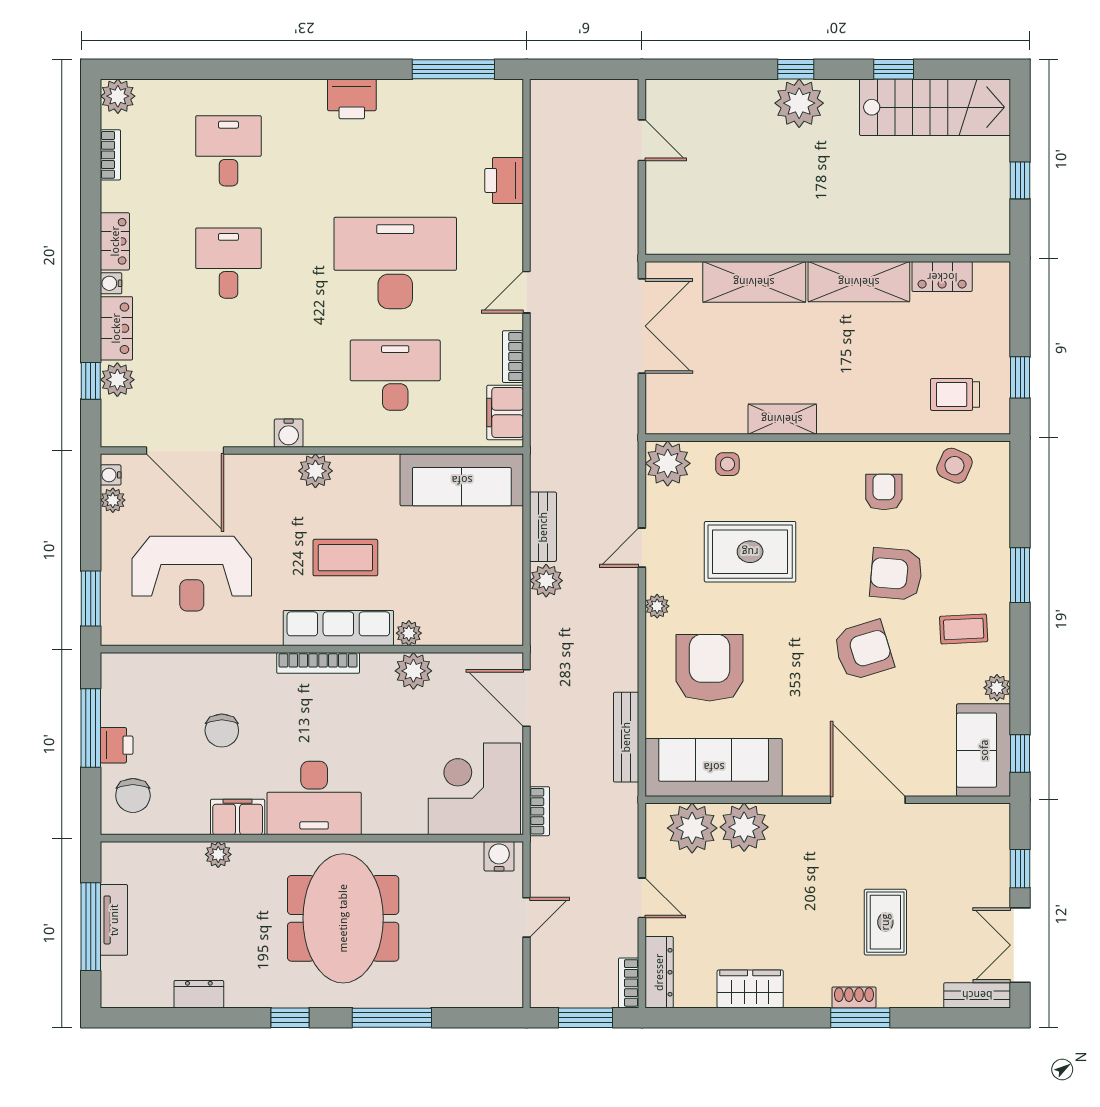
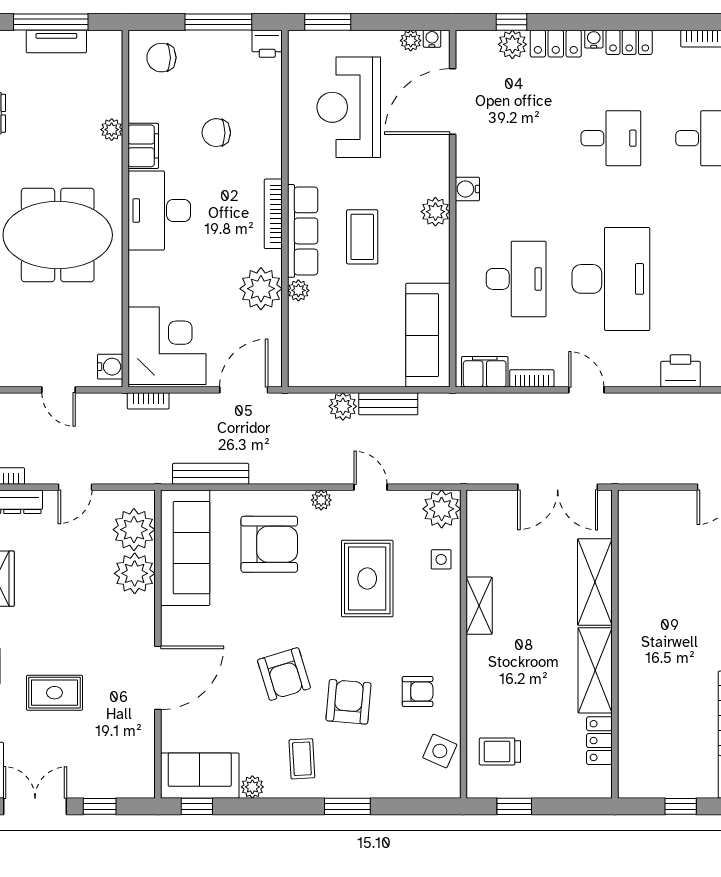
trolley: (955, 394) -> (500, 751), turned -90
plant: (413, 671) -> (261, 289), width x1.36, depth x1.36
printer: (117, 745) -> (267, 44), moved

